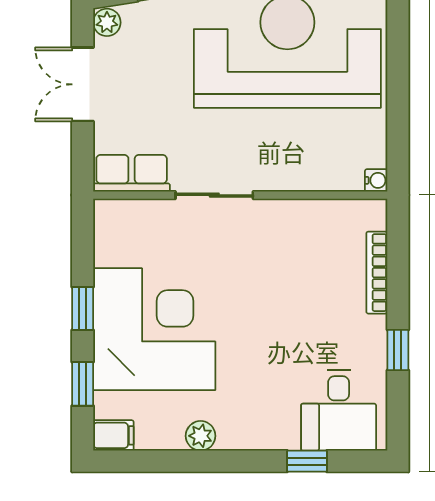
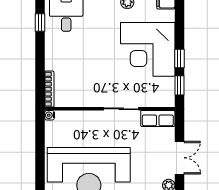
bookcase: (377, 273) -> (49, 89), moved
window: (398, 350) -> (40, 23), moved
window: (83, 384) -> (179, 85), moved

